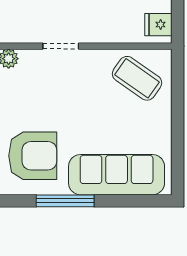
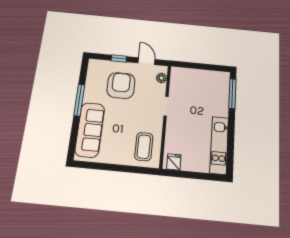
coffee table: (137, 78) -> (144, 147), turned -35
armchair: (33, 156) -> (121, 85), moved, turned 180

